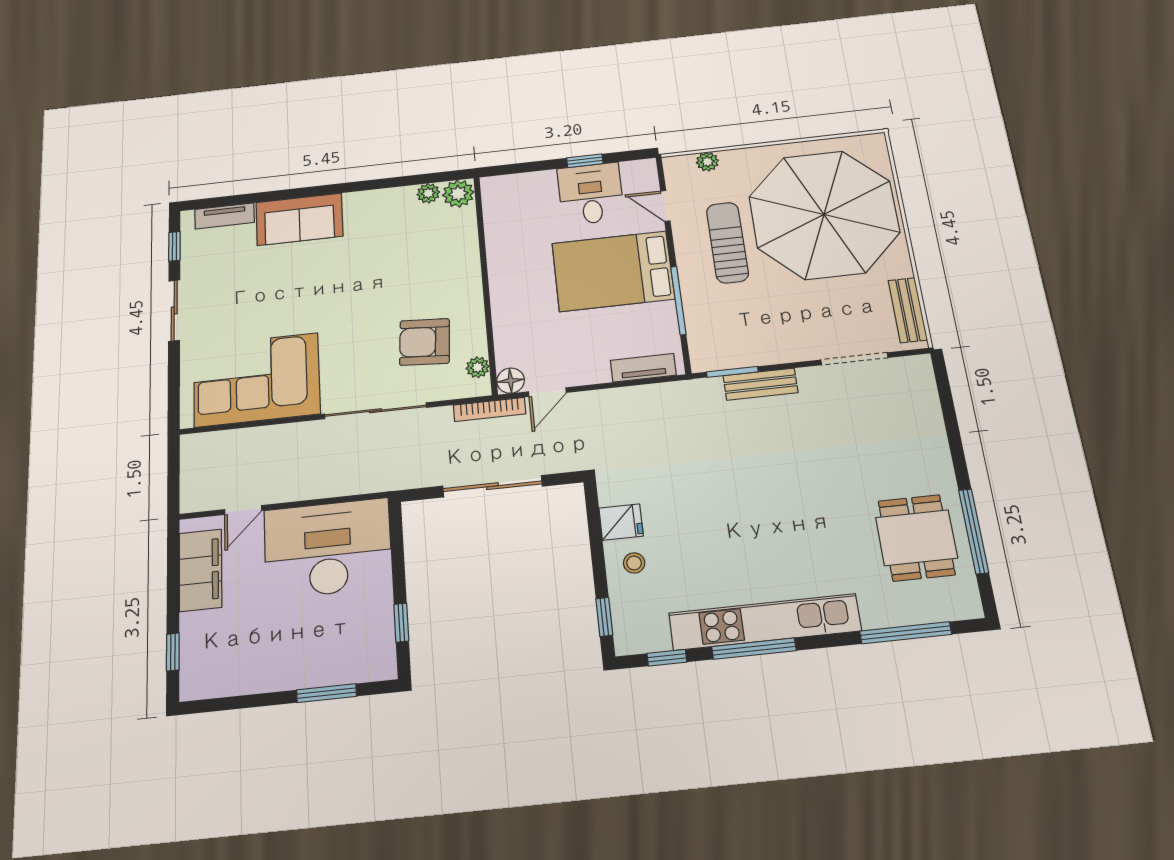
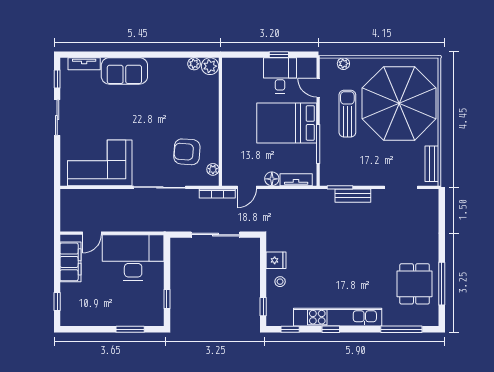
floor lamp: (511, 381) -> (272, 179), moved
window: (754, 649) -> (331, 329), width x0.46

